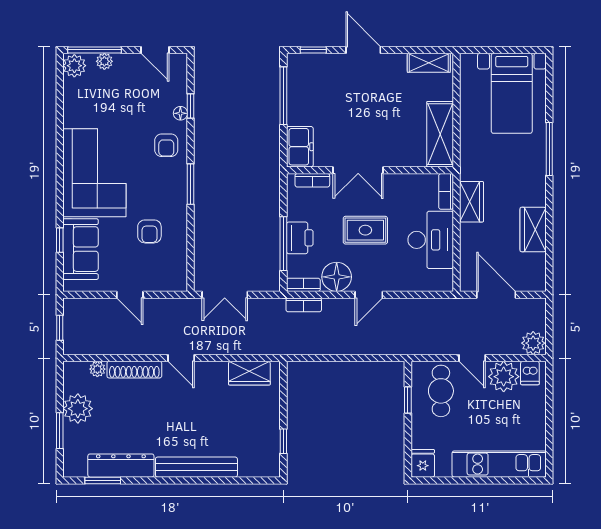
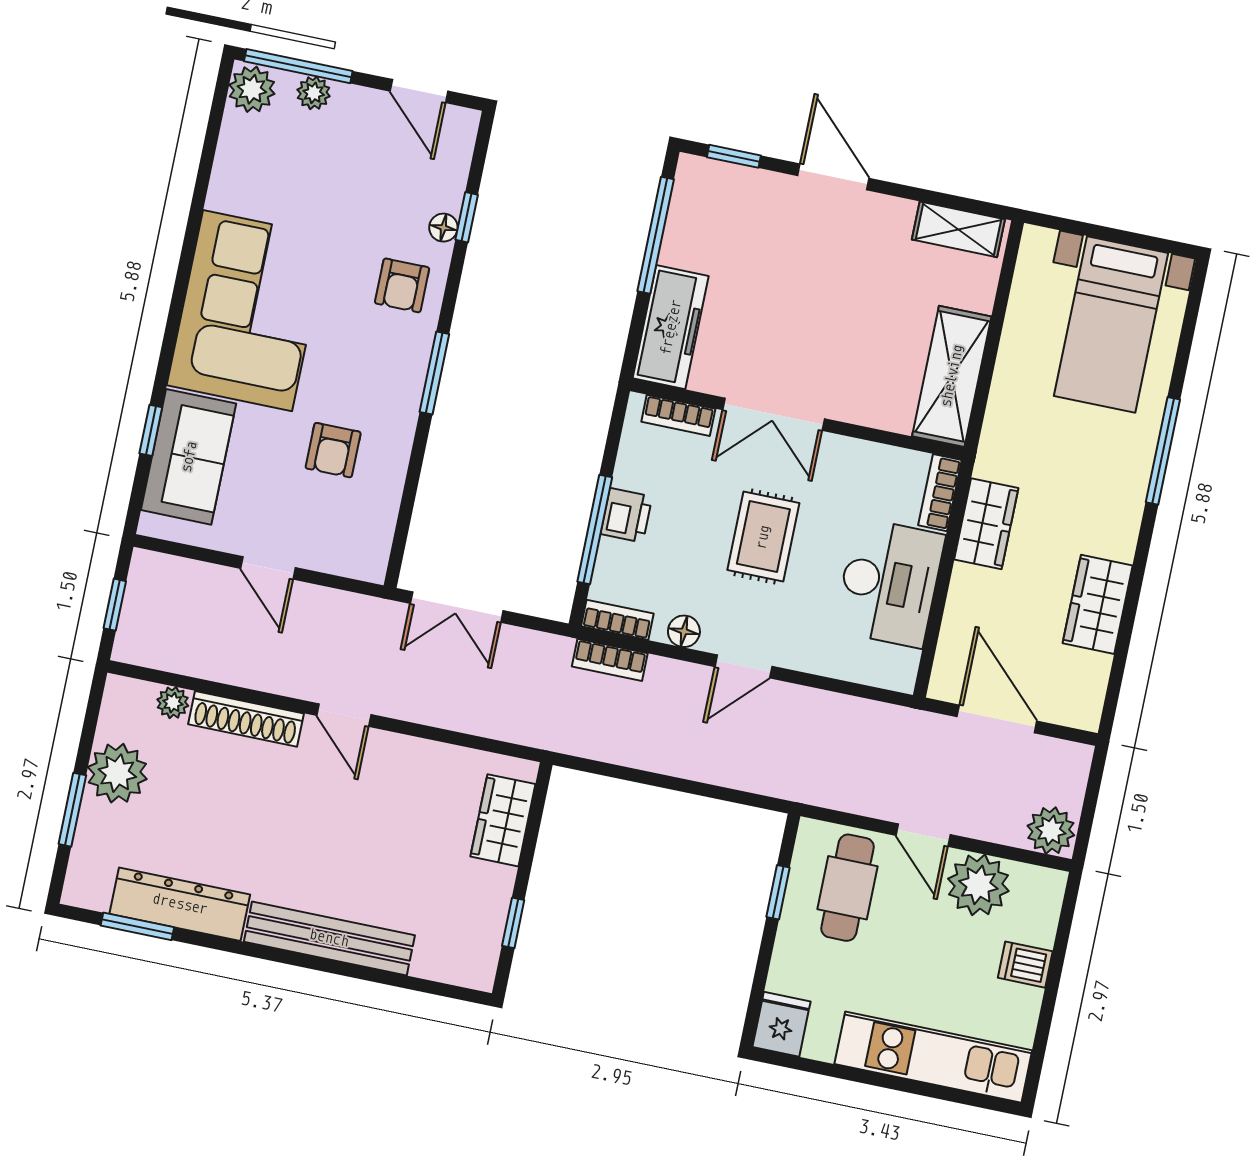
freezer: (300, 147) -> (671, 327), width x1.40
rug: (365, 230) -> (763, 537), turned 90
printer: (300, 238) -> (626, 515), width x0.73, depth x0.81
floor lamp: (337, 277) -> (684, 631), width x0.53, depth x0.53
wardrobe: (249, 373) -> (503, 820), moved, turned 90
dishwasher: (530, 373) -> (1025, 965), moved, turned 90

